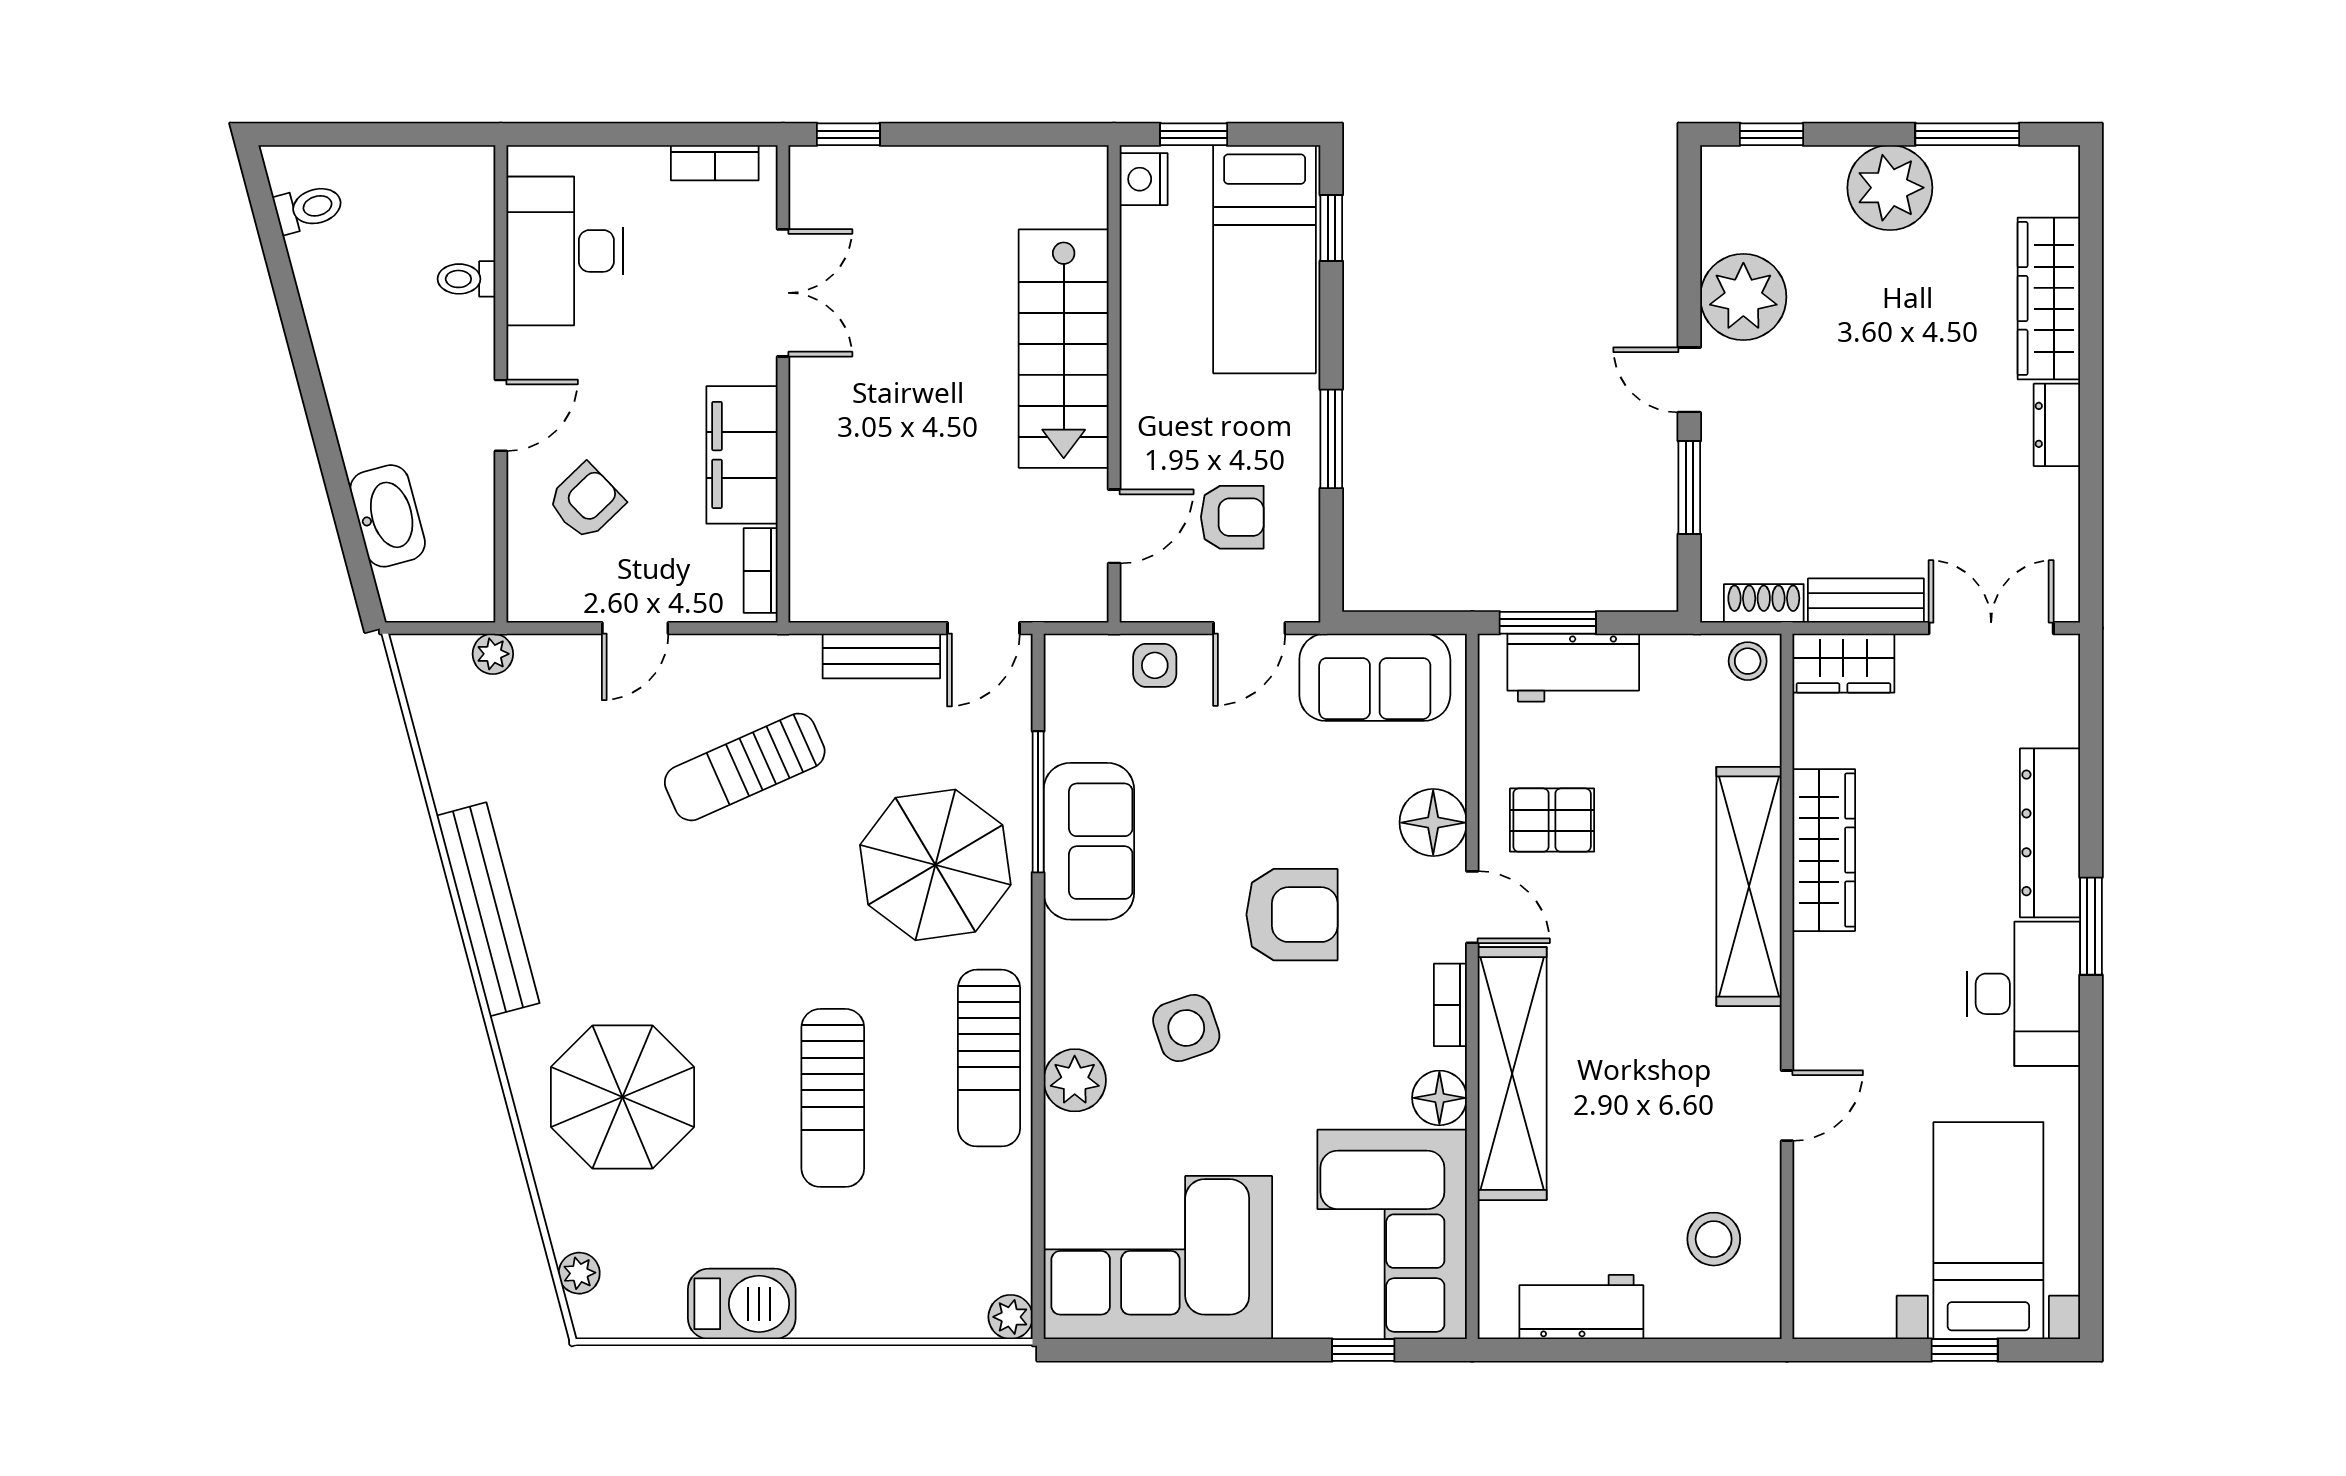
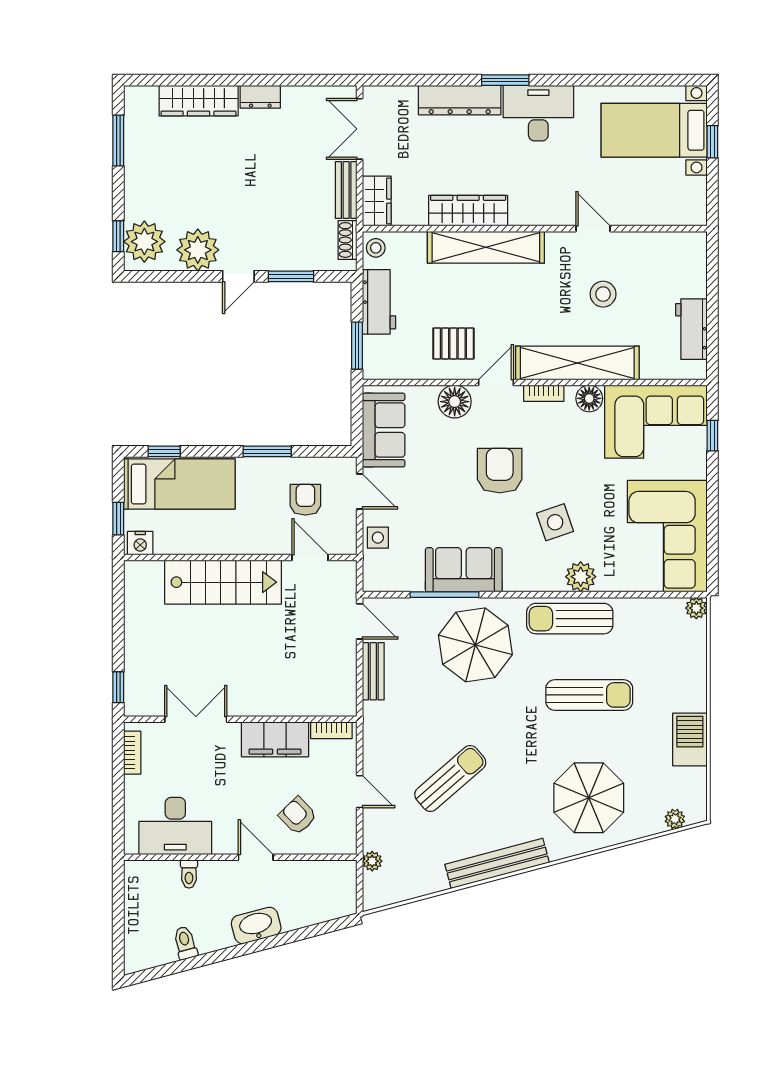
plant: (1890, 188) -> (144, 242), moved
toilet: (309, 208) -> (185, 943), moved
washbasin: (388, 516) -> (256, 925), moved
workbench: (1573, 668) -> (379, 302), moved
sun lounger: (745, 767) -> (450, 779), moved, turned -107
pallet: (1552, 820) -> (453, 343), turned 90
sun lounger: (989, 1058) -> (570, 619), turned 180
stool: (1714, 1239) -> (603, 294), moved

